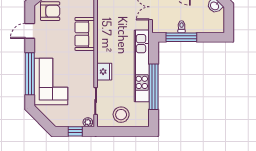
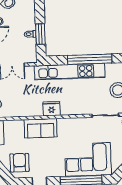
window: (181, 37) -> (40, 34), width x0.69
fridge: (104, 72) -> (52, 109), moved

